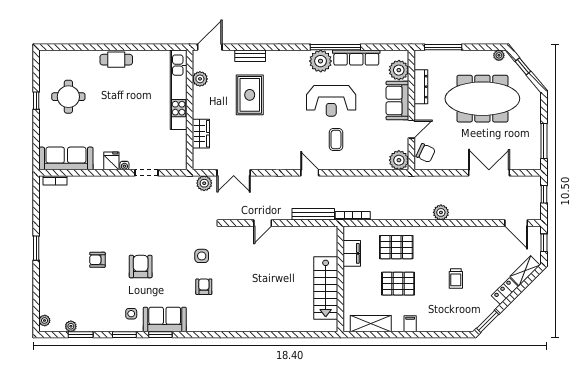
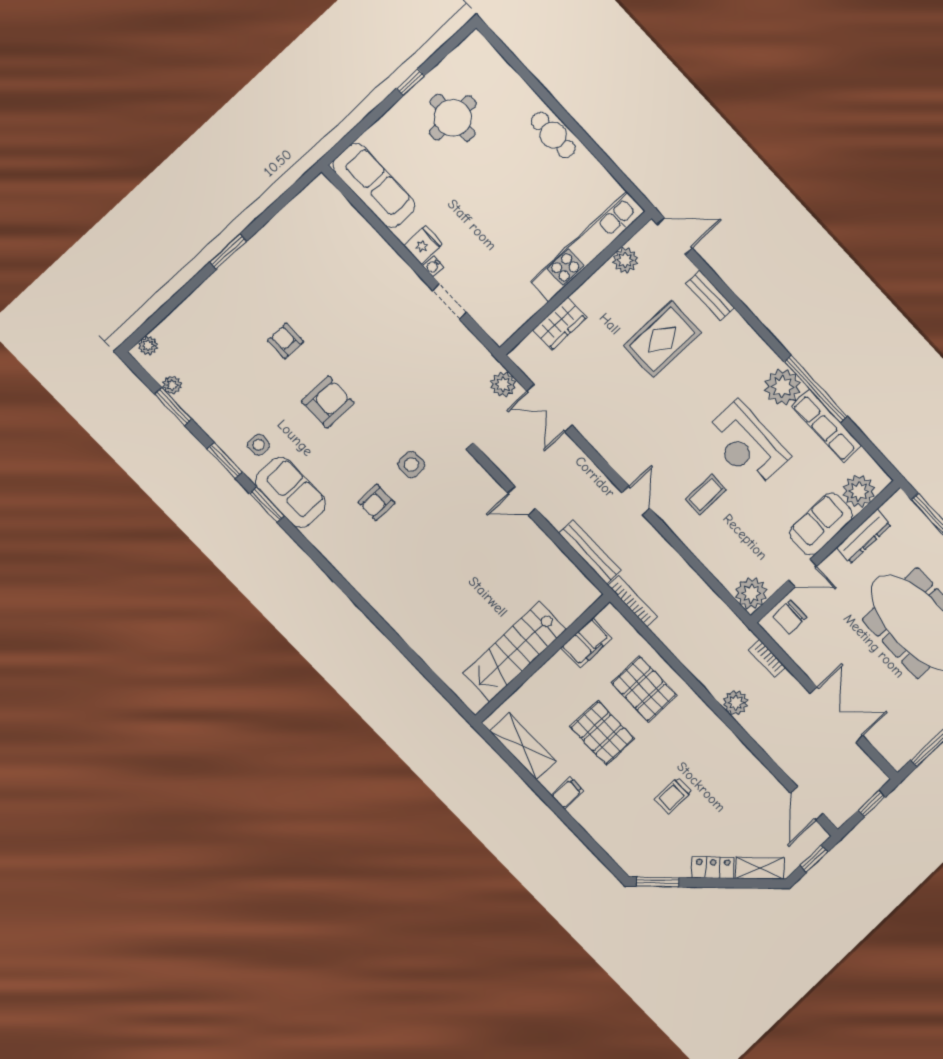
chair: (426, 153) -> (790, 617), turned 65
bookcase: (55, 180) -> (767, 659), moved
armchair: (204, 287) -> (376, 502), turned 180

